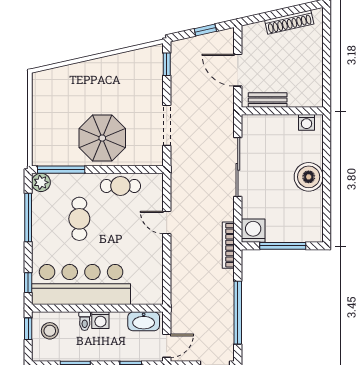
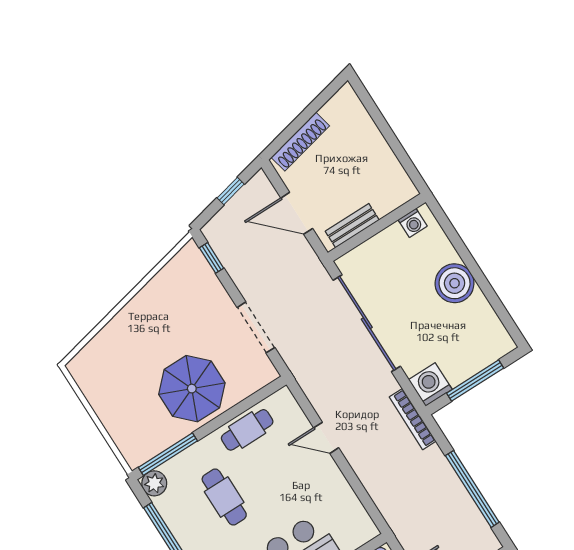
shoe rack: (289, 22) -> (300, 142), moved
sliding door: (238, 167) -> (367, 323), width x1.36

